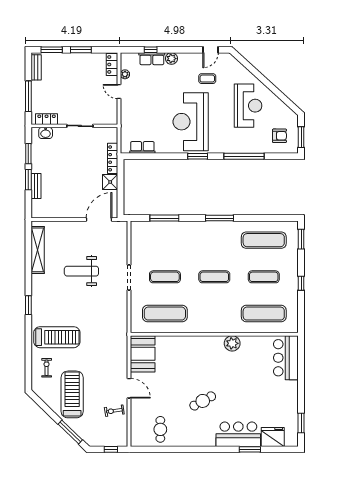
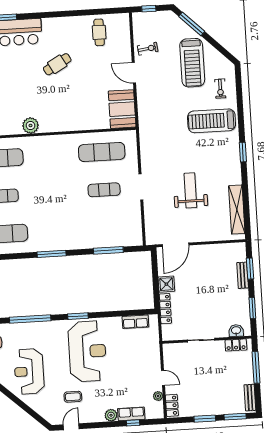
window: (28, 180) -> (250, 269), moved
weight bench: (81, 271) -> (190, 190), turned -90
exercise mat: (214, 277) -> (53, 193), removed

